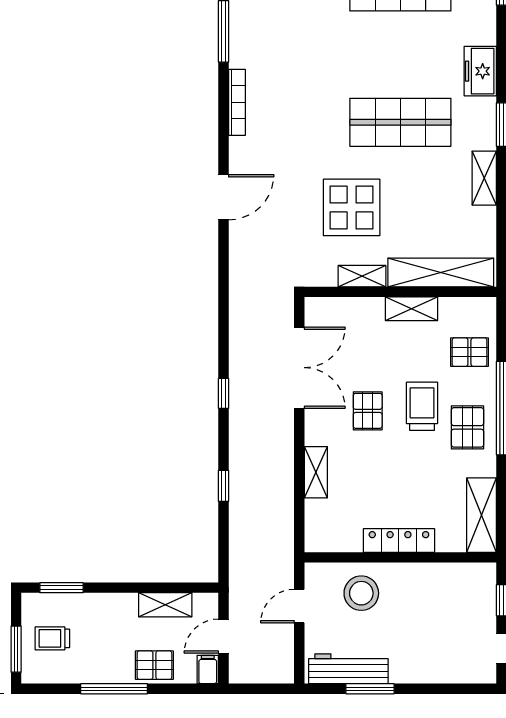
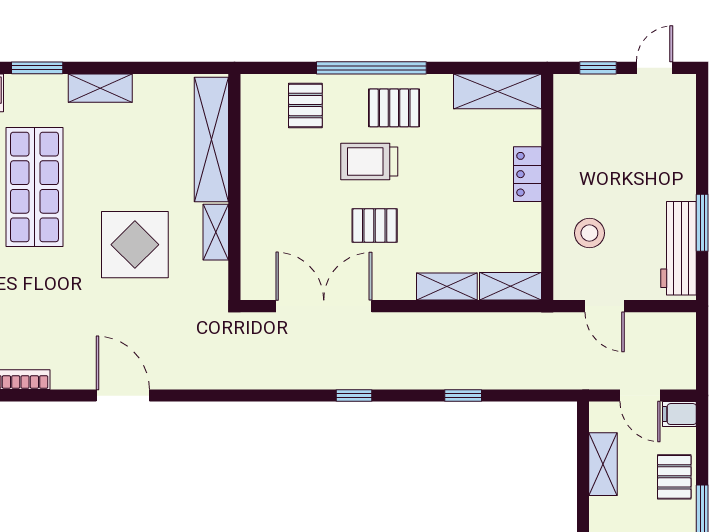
shelving: (411, 309) -> (510, 286), moved, turned 90
locker: (399, 541) -> (527, 174), width x0.66
stool: (361, 593) -> (589, 233), width x0.73, depth x0.73

